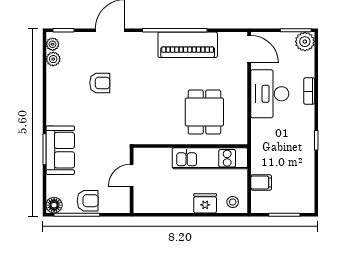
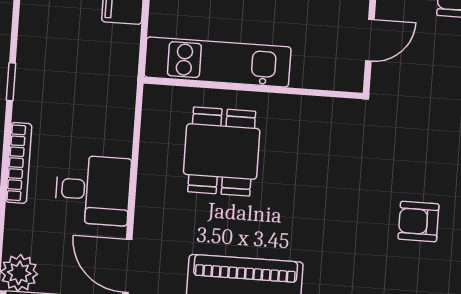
bookcase: (309, 91) -> (19, 163), width x1.56
desk: (270, 94) -> (93, 190), width x0.73

